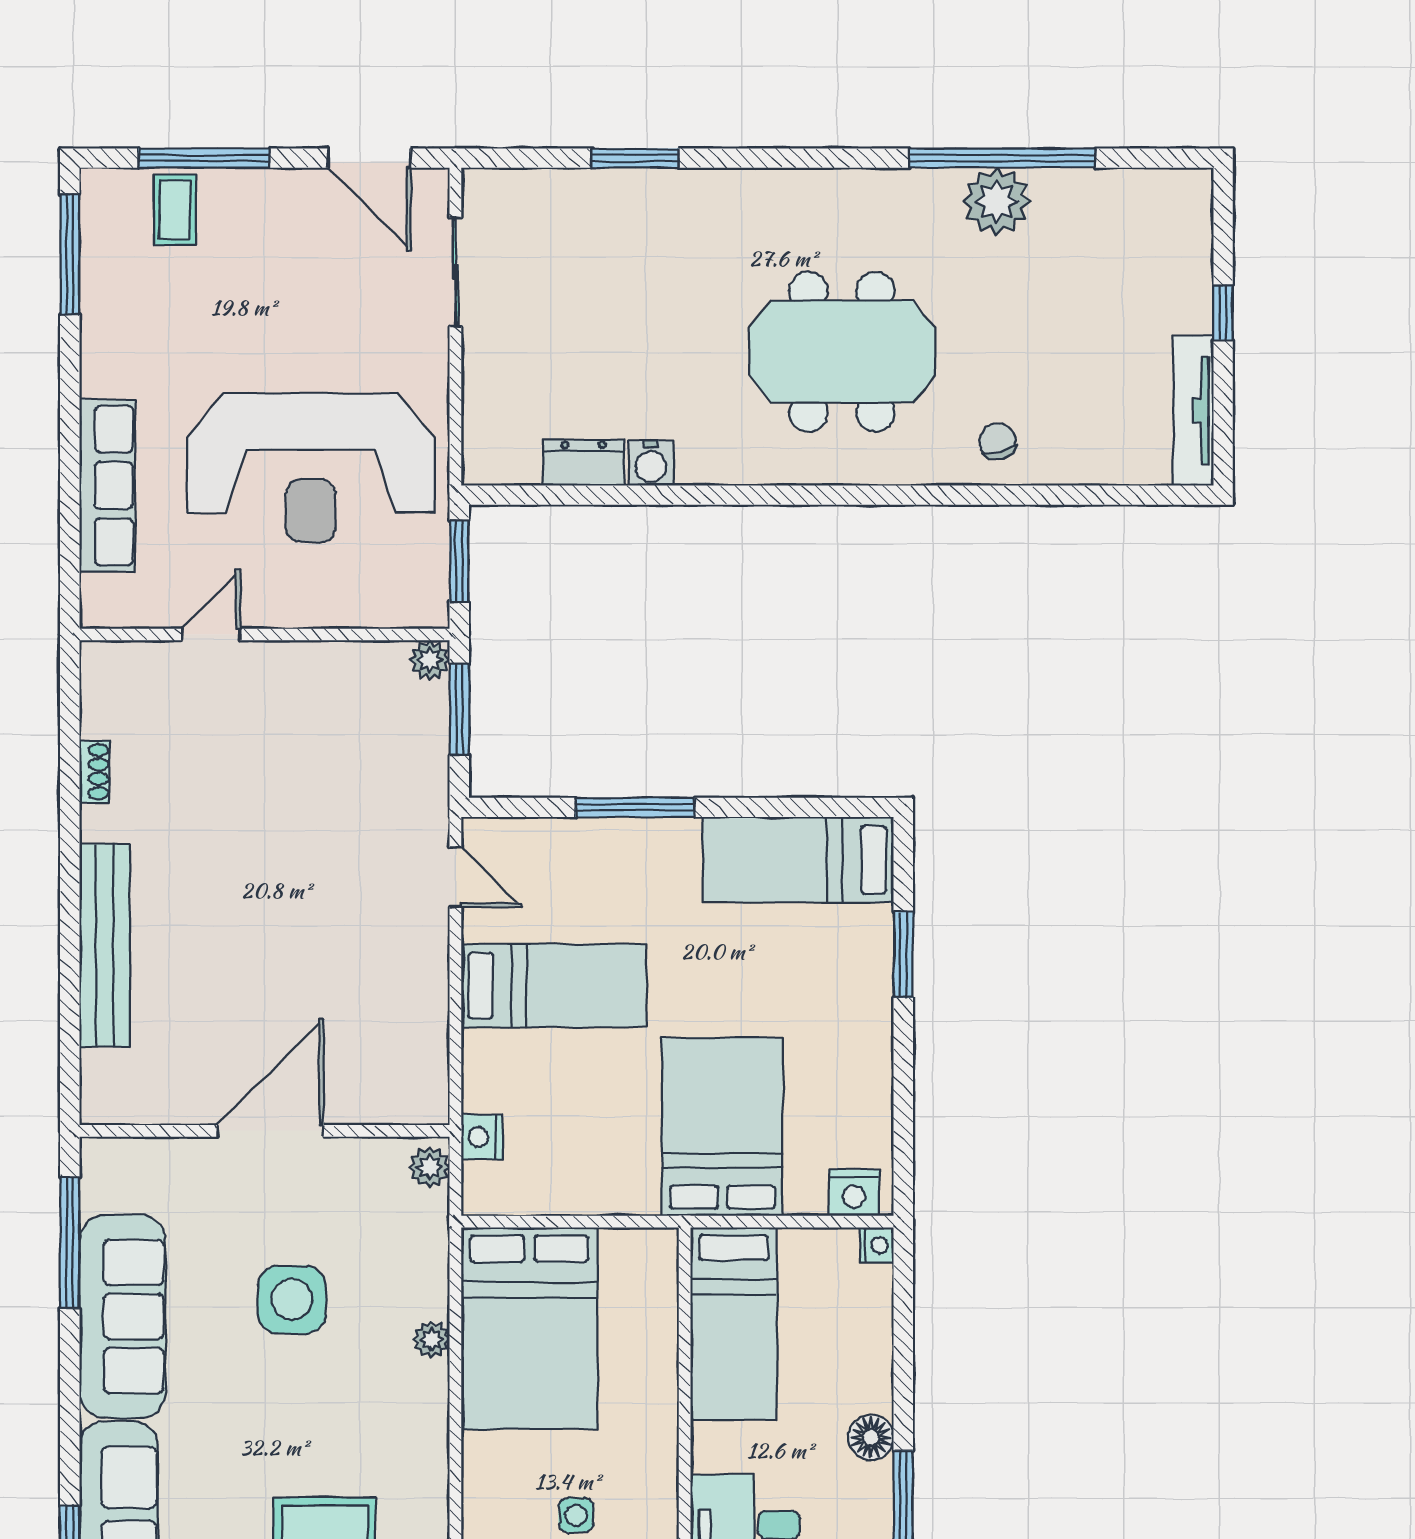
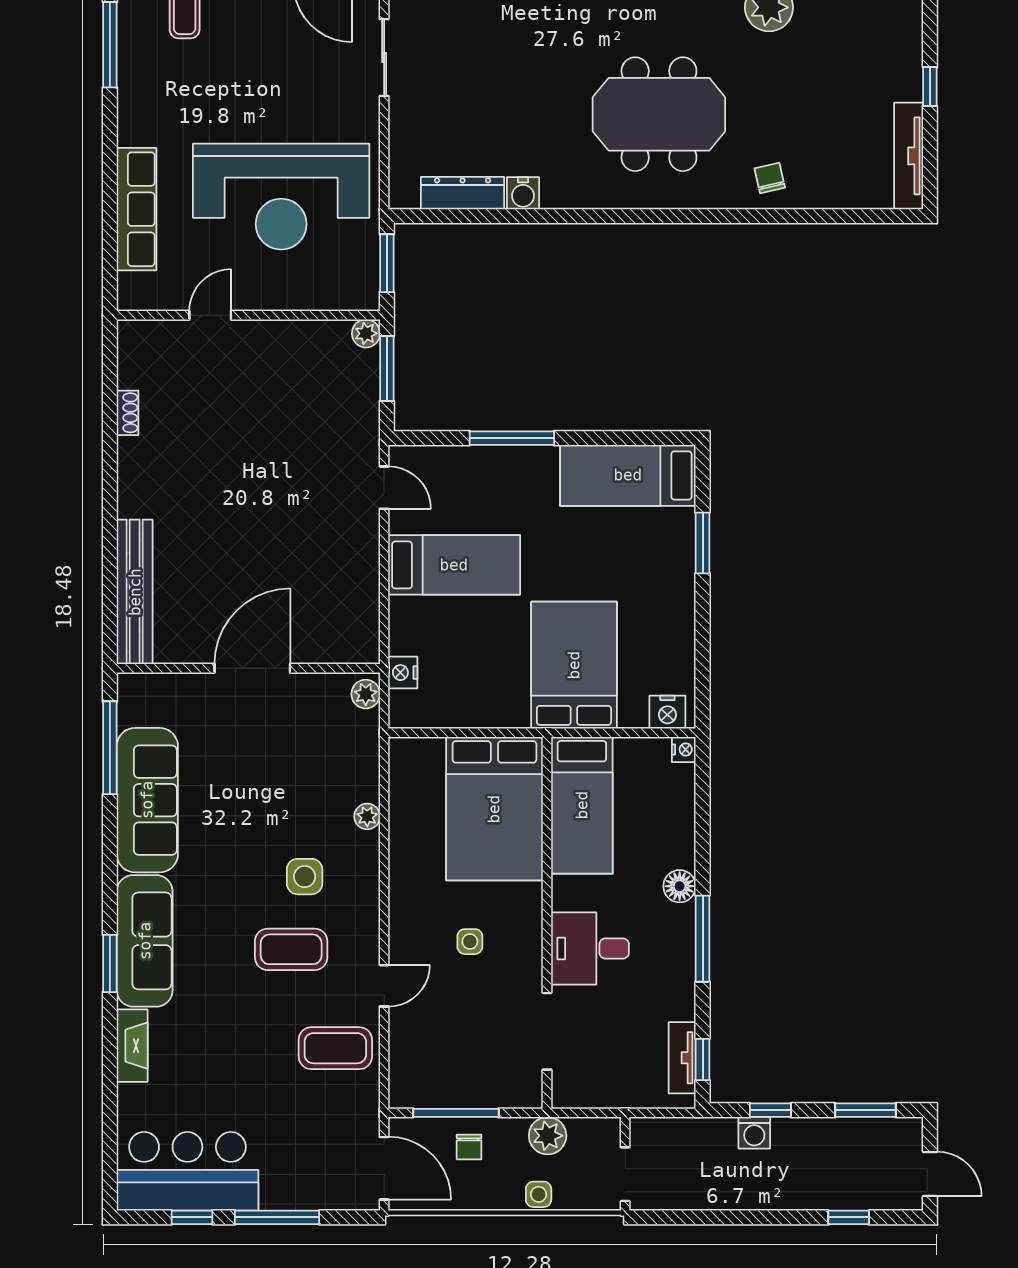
dresser: (584, 463) -> (463, 193), width x1.44
bench: (105, 945) -> (135, 592), moved
side table: (292, 1300) -> (305, 877), moved, width x0.73, depth x0.73
bed: (529, 1328) -> (494, 809), moved

